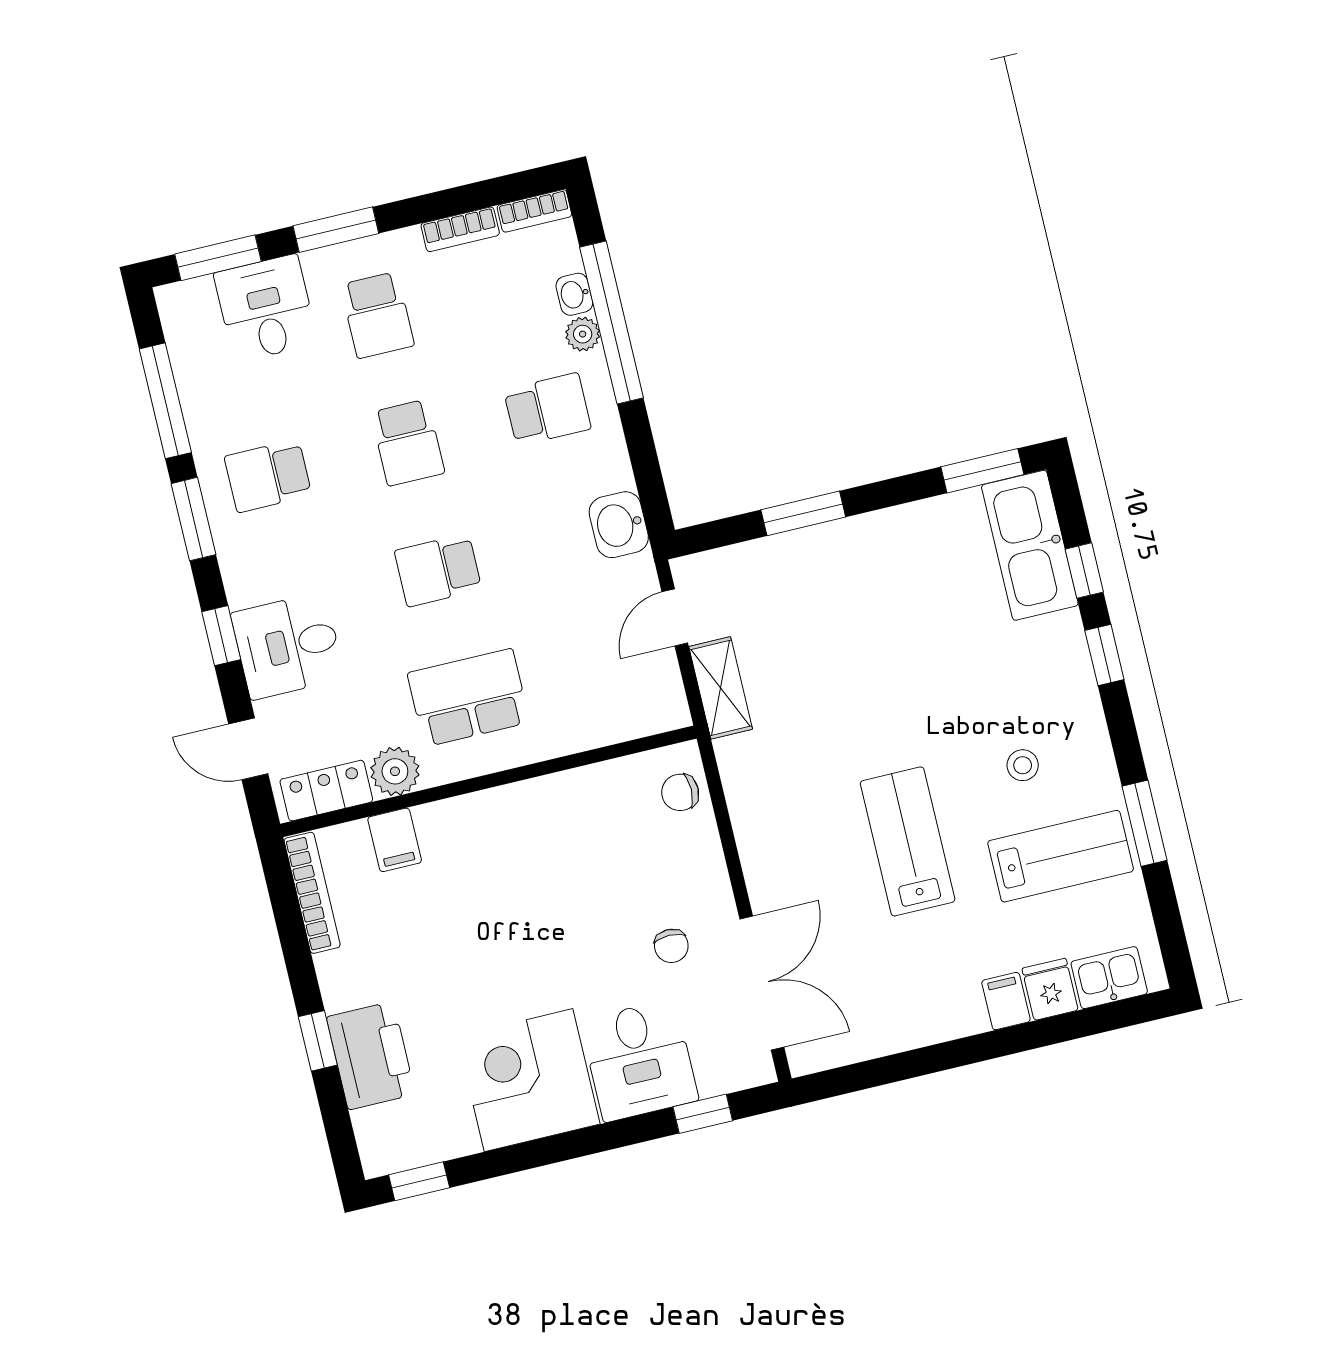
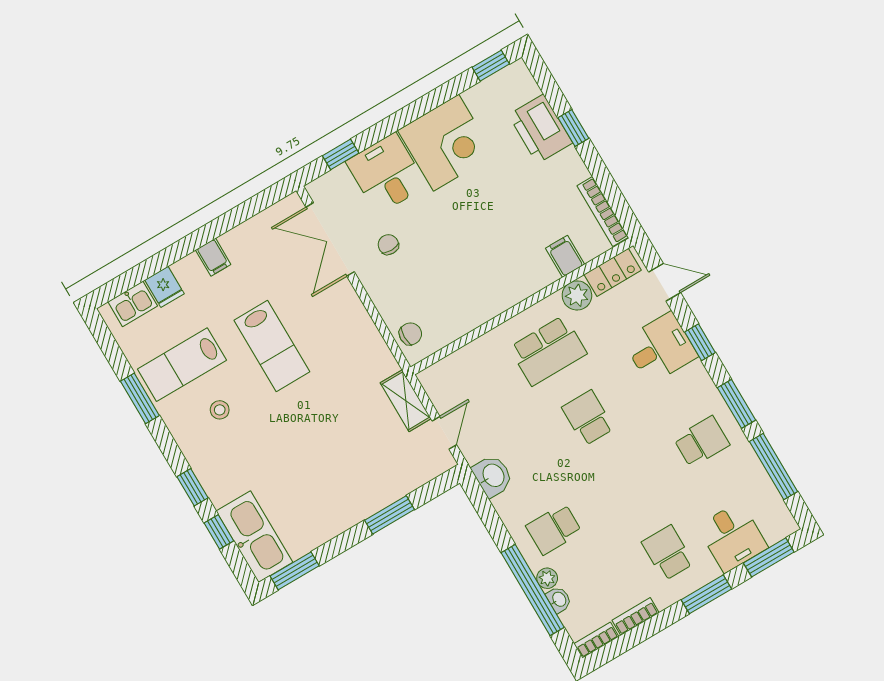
school desk: (408, 443) -> (628, 485), removed
school desk: (438, 570) -> (588, 418), turned -90
filing cabinet: (1006, 1001) -> (213, 257), moved

